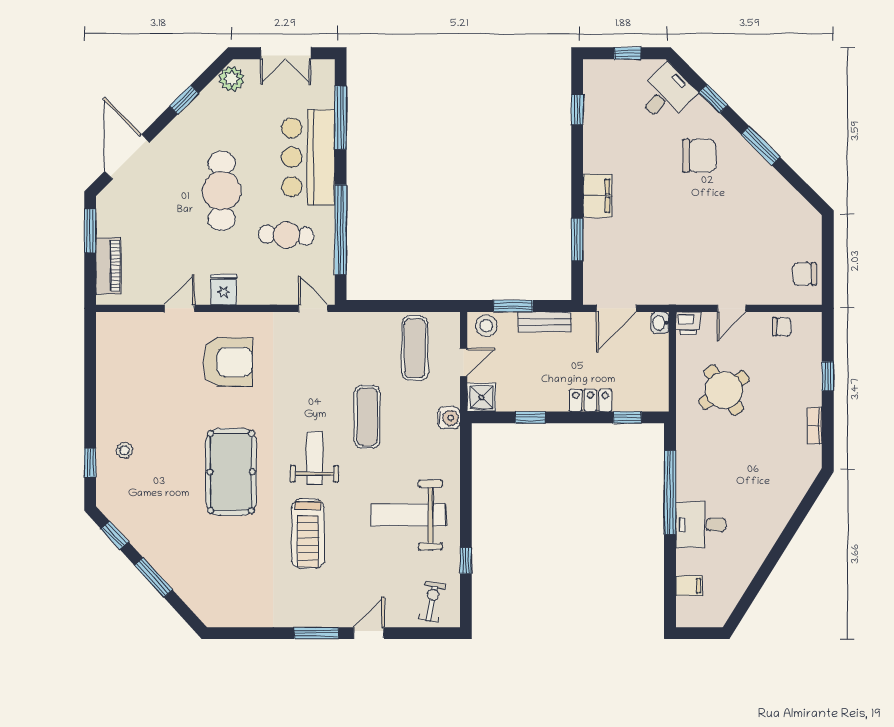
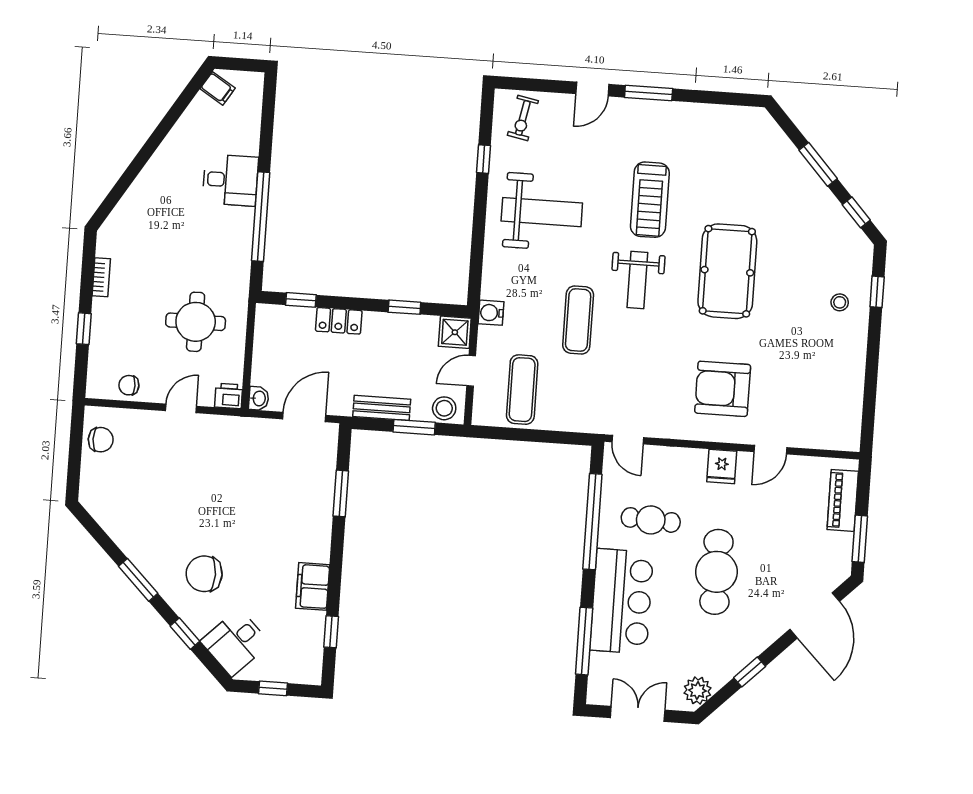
filing cabinet: (597, 196) -> (313, 586), moved
round table: (724, 390) -> (196, 322), turned 34
treadmill: (308, 534) -> (650, 200), turned 180
filing cabinet: (689, 586) -> (218, 88), moved, turned -148

